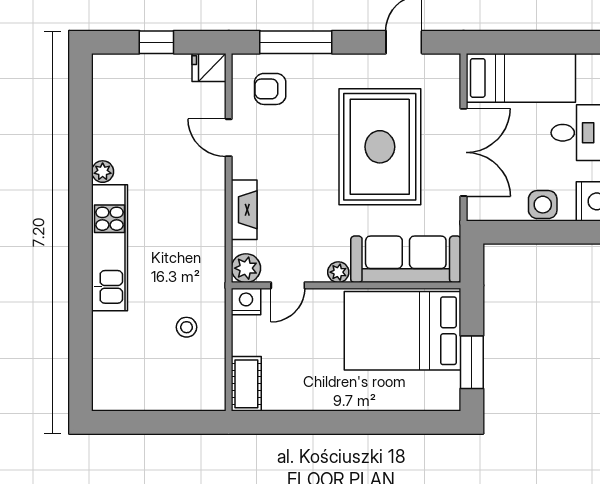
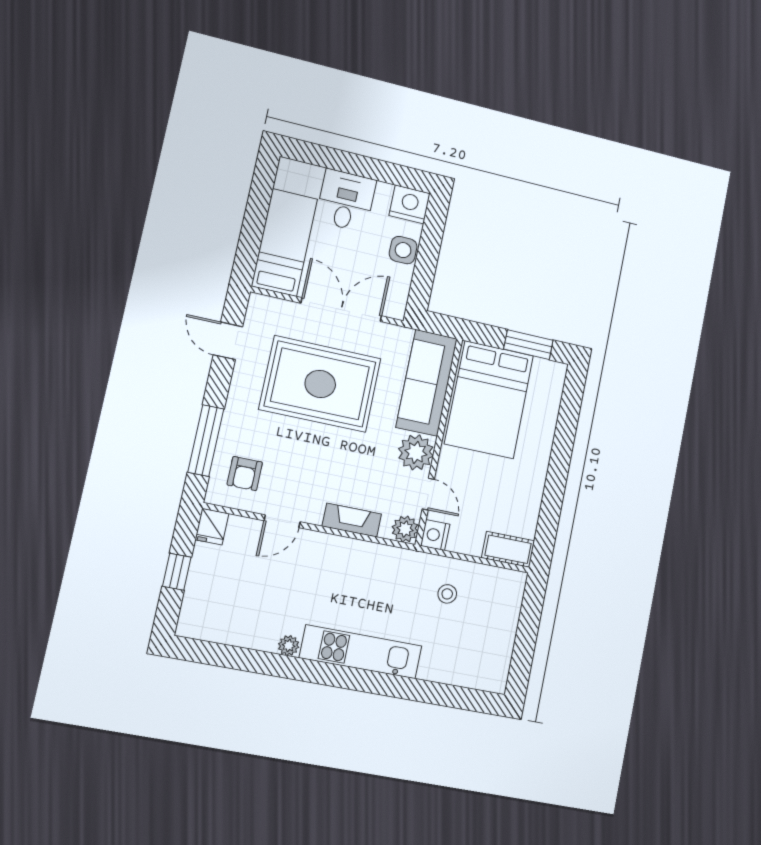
plant: (338, 272) -> (416, 452), width x1.88, depth x1.88

